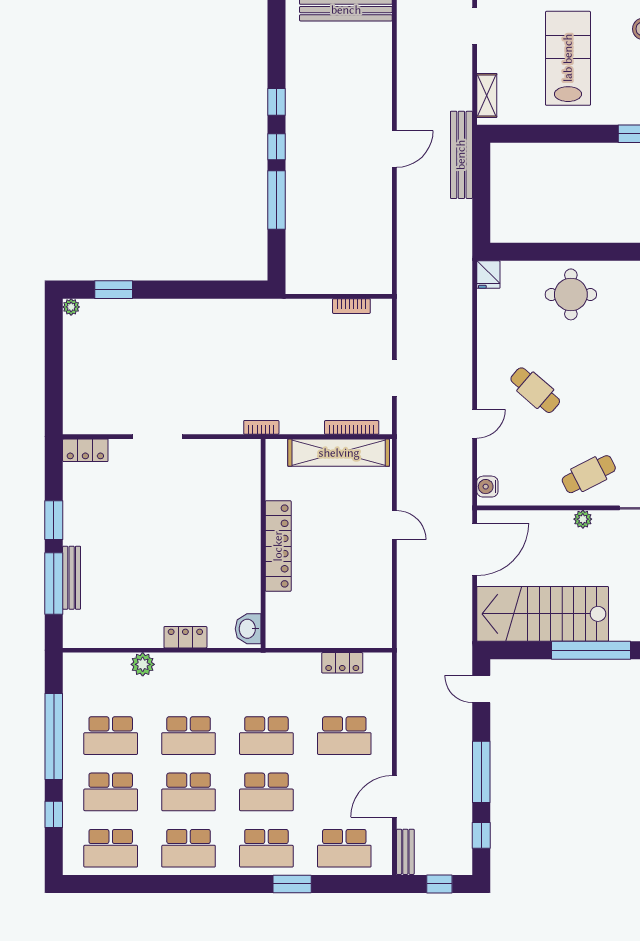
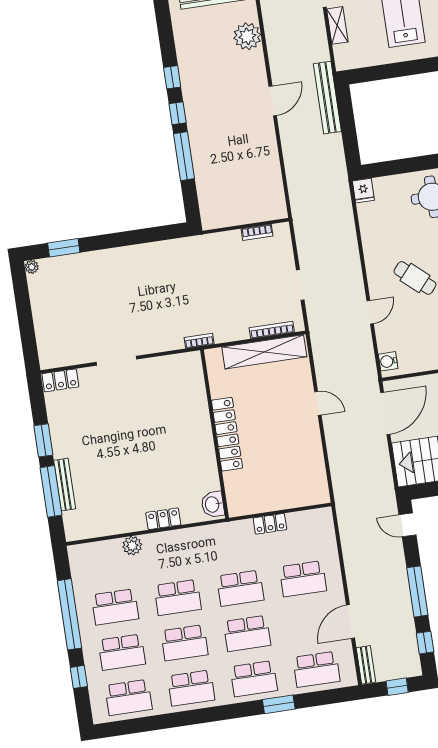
plant: (375, 66) -> (247, 36), added
shelving: (487, 95) -> (337, 25), moved
locker: (342, 663) -> (270, 524), moved

